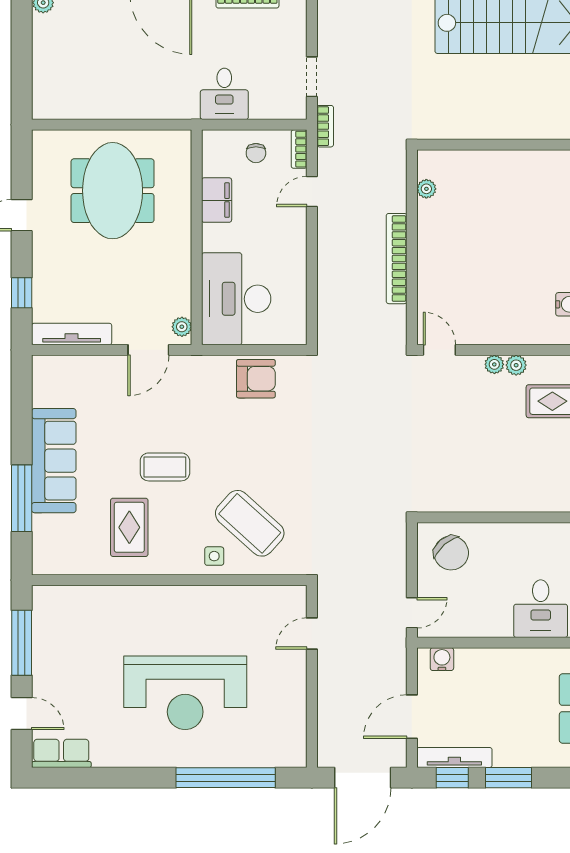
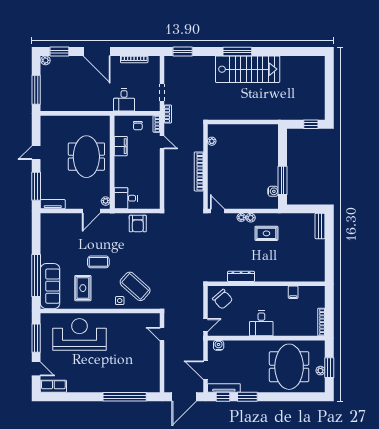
window: (22, 70) -> (36, 90), added
meeting table: (113, 191) -> (86, 157), moved
door: (312, 192) -> (162, 142), swing flipped
window: (22, 293) -> (36, 186), width x2.17
desk: (236, 299) -> (126, 198), width x0.53, depth x0.77
tv unit: (72, 334) -> (53, 204), width x0.71
armchair: (256, 379) -> (138, 224), turned 90
sofa: (54, 461) -> (50, 286), moved
window: (22, 498) -> (36, 275), width x1.46
dresser: (494, 500) -> (241, 276), added
door: (312, 633) -> (162, 334), hinge flipped
reception desk: (185, 693) -> (79, 334), moved, turned 180
door: (412, 717) -> (205, 370), hinge flipped

